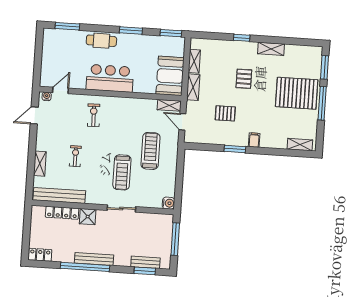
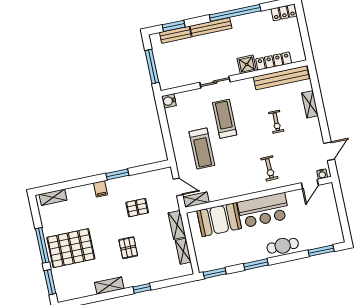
booth: (170, 76) -> (219, 220), moved, turned 90
bench: (94, 259) -> (211, 27), moved

